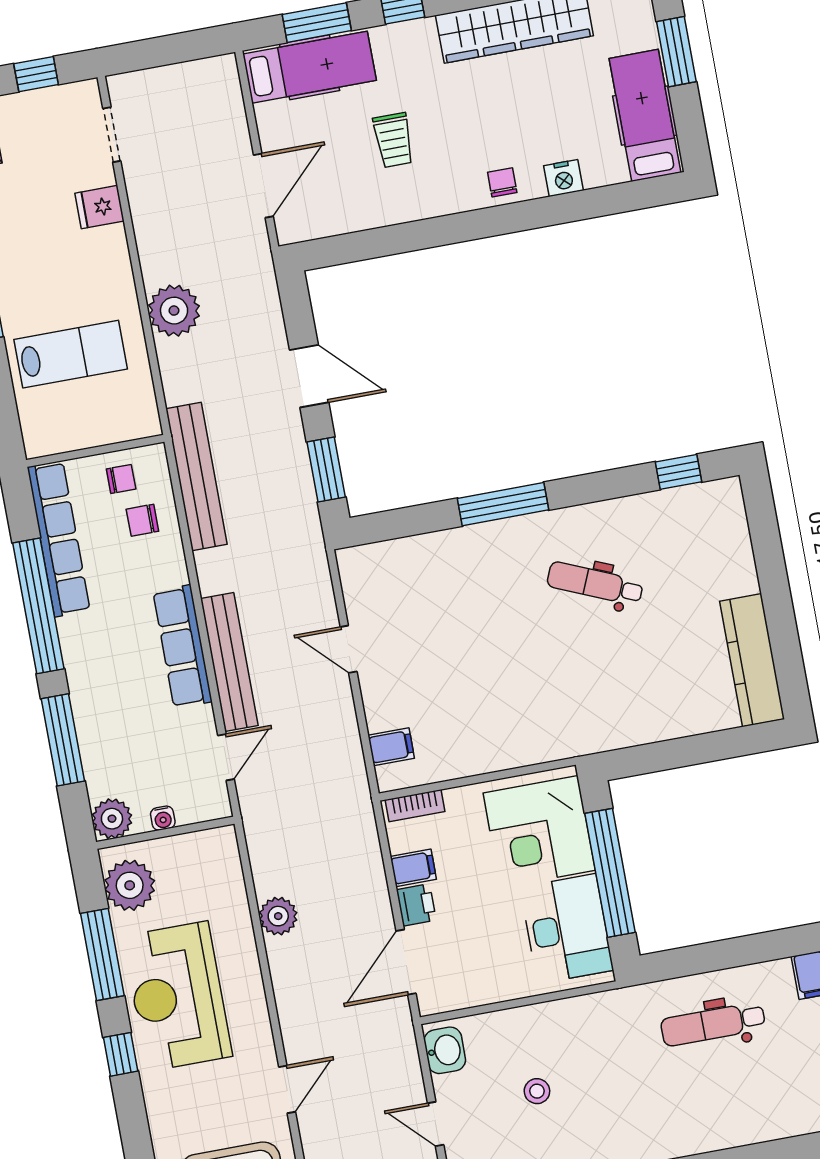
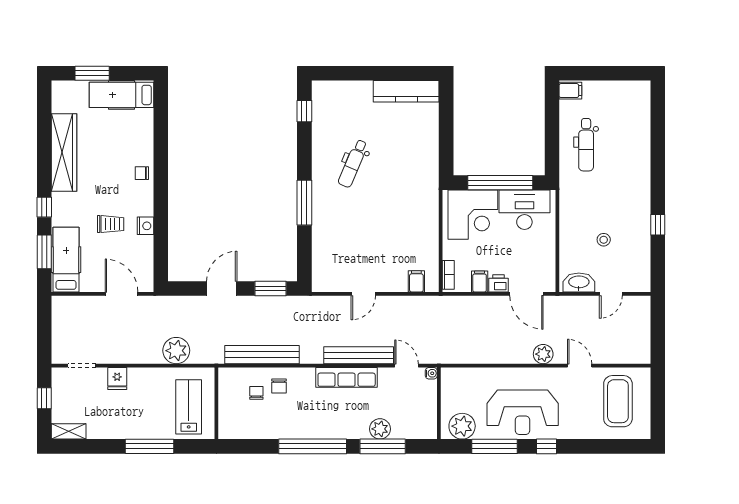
nightstand: (564, 178) -> (145, 226), moved
wall: (95, 451) -> (216, 403), moved
row of seats: (59, 539) -> (281, 430), removed
water cooler: (163, 818) -> (431, 373), moved
plant: (112, 819) -> (380, 429), moved
plant: (278, 916) -> (543, 354), moved
washbasin: (445, 1050) -> (579, 282), width x1.38

